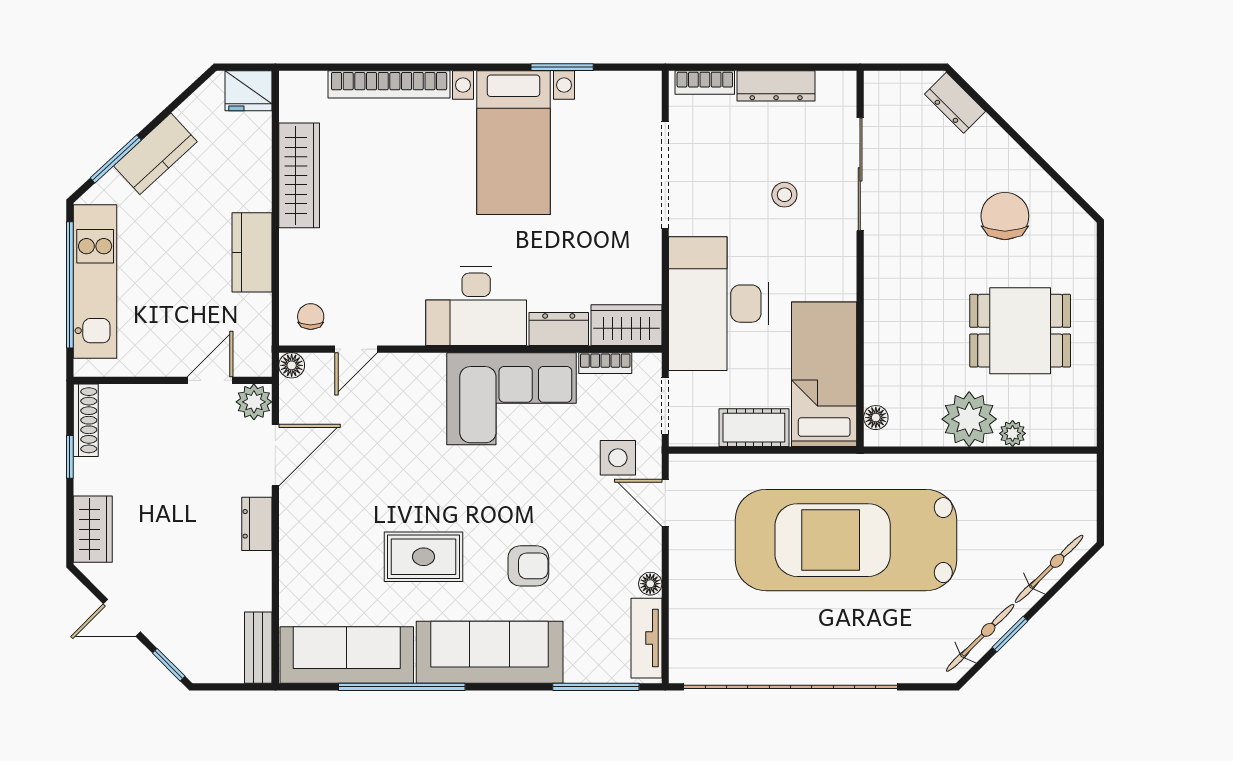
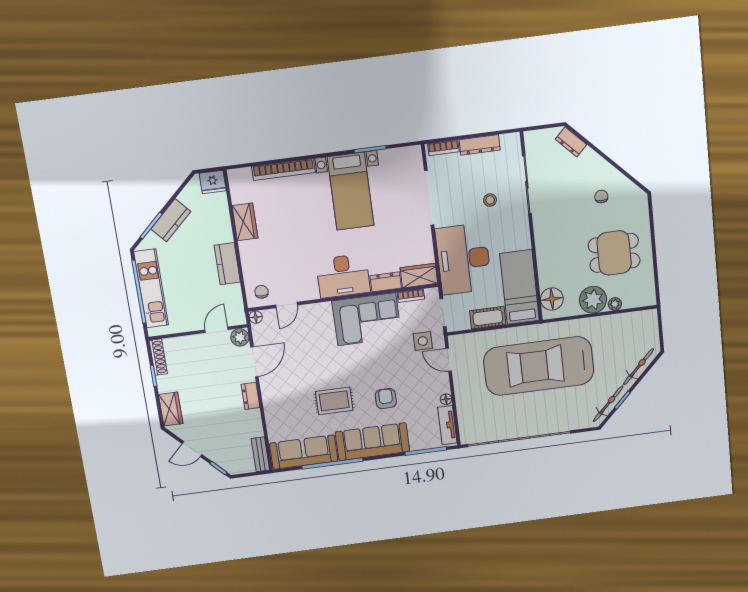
wardrobe: (299, 175) -> (245, 222), width x0.67
chair: (1005, 216) -> (601, 197), width x0.54, depth x0.54
floor lamp: (876, 418) -> (552, 299), width x1.89, depth x1.89
armchair: (528, 566) -> (386, 399), turned -90

